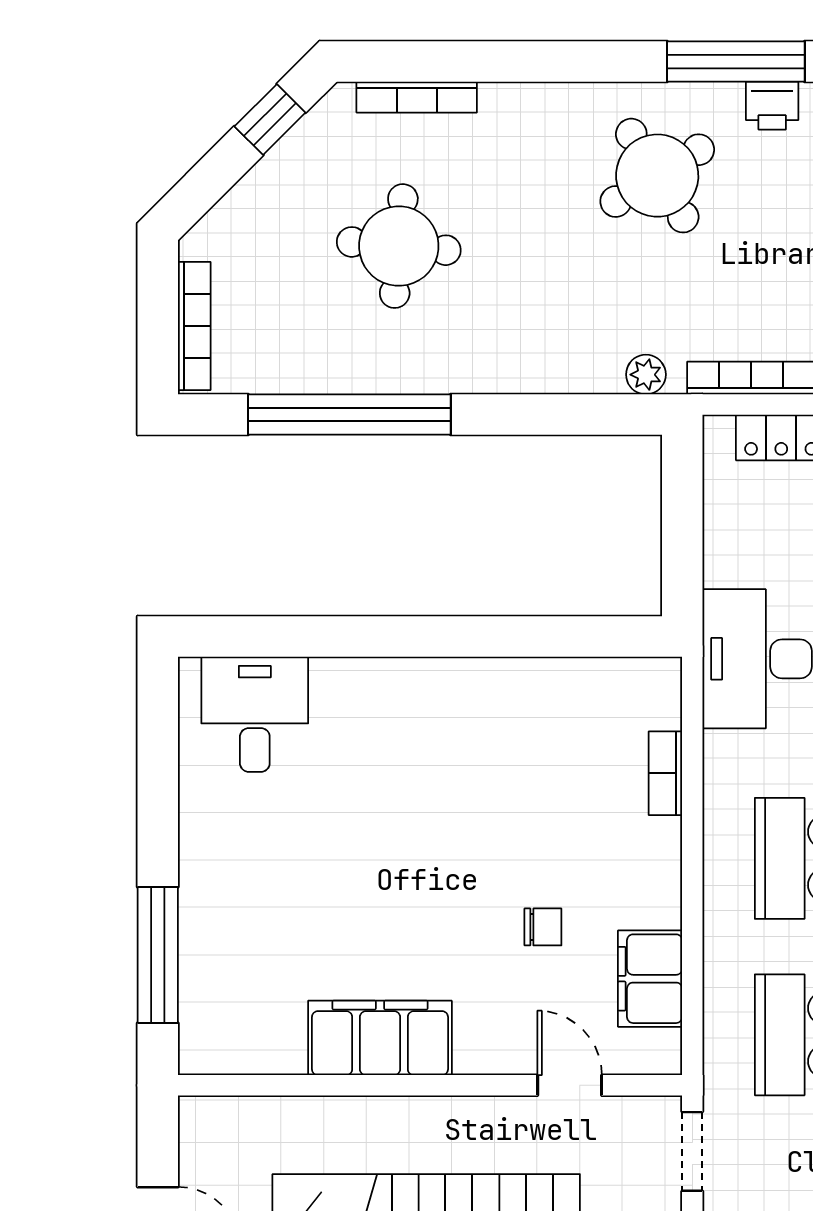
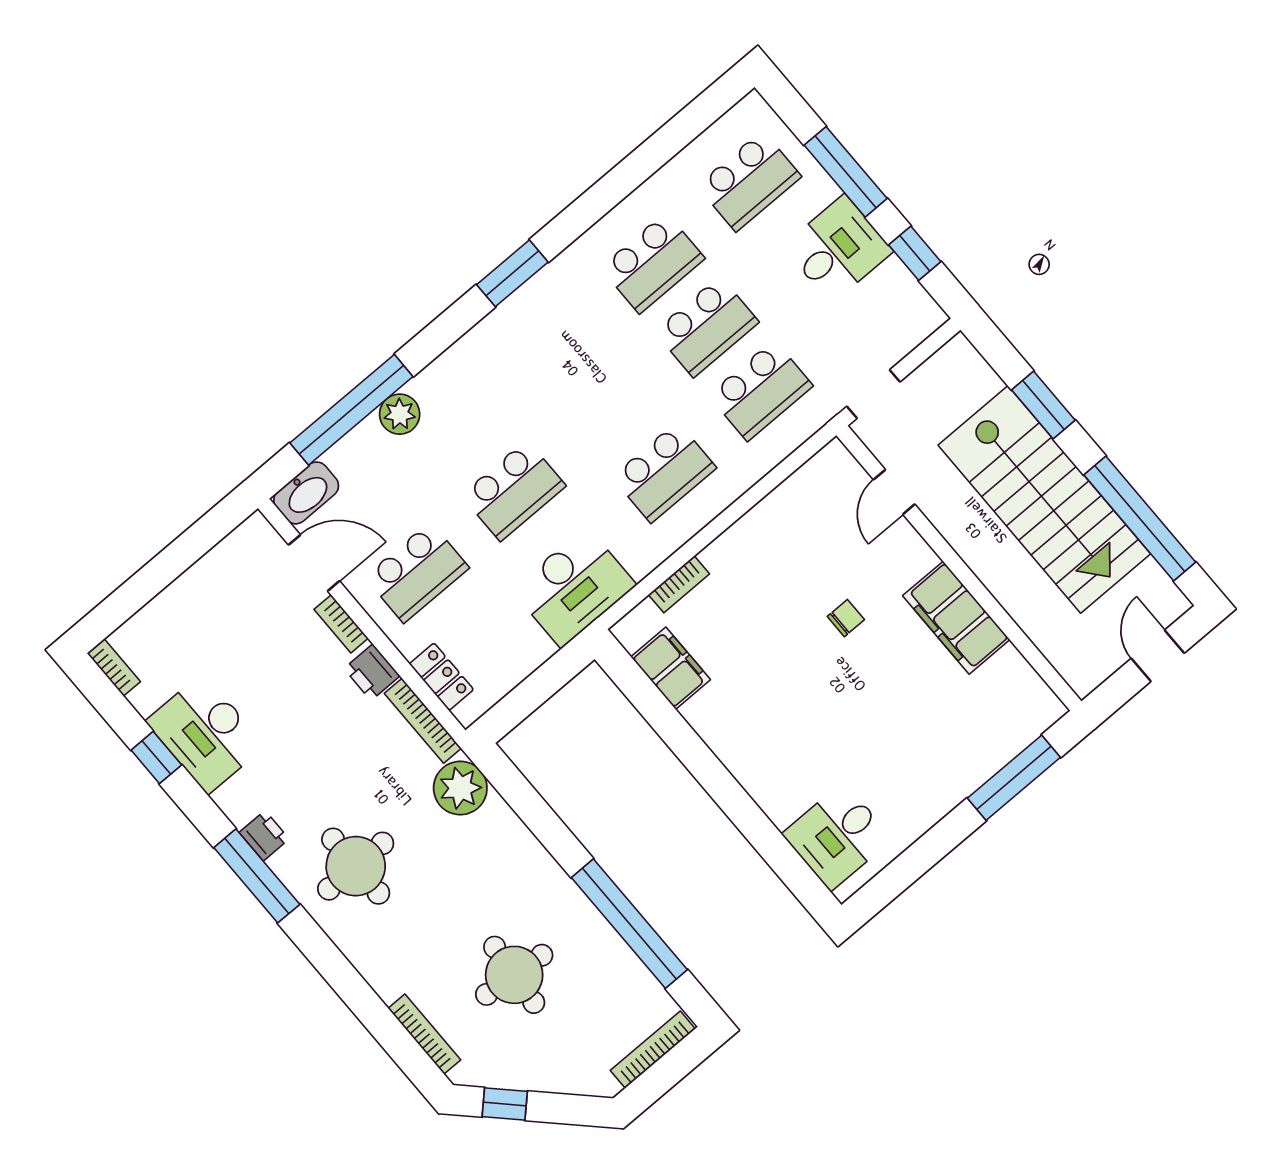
round table: (657, 176) -> (356, 866), turned 32
plant: (646, 375) -> (460, 788), width x1.88, depth x1.88
chair: (543, 927) -> (846, 618), moved, turned 90
filing cabinet: (650, 979) -> (671, 668), moved, turned -90

